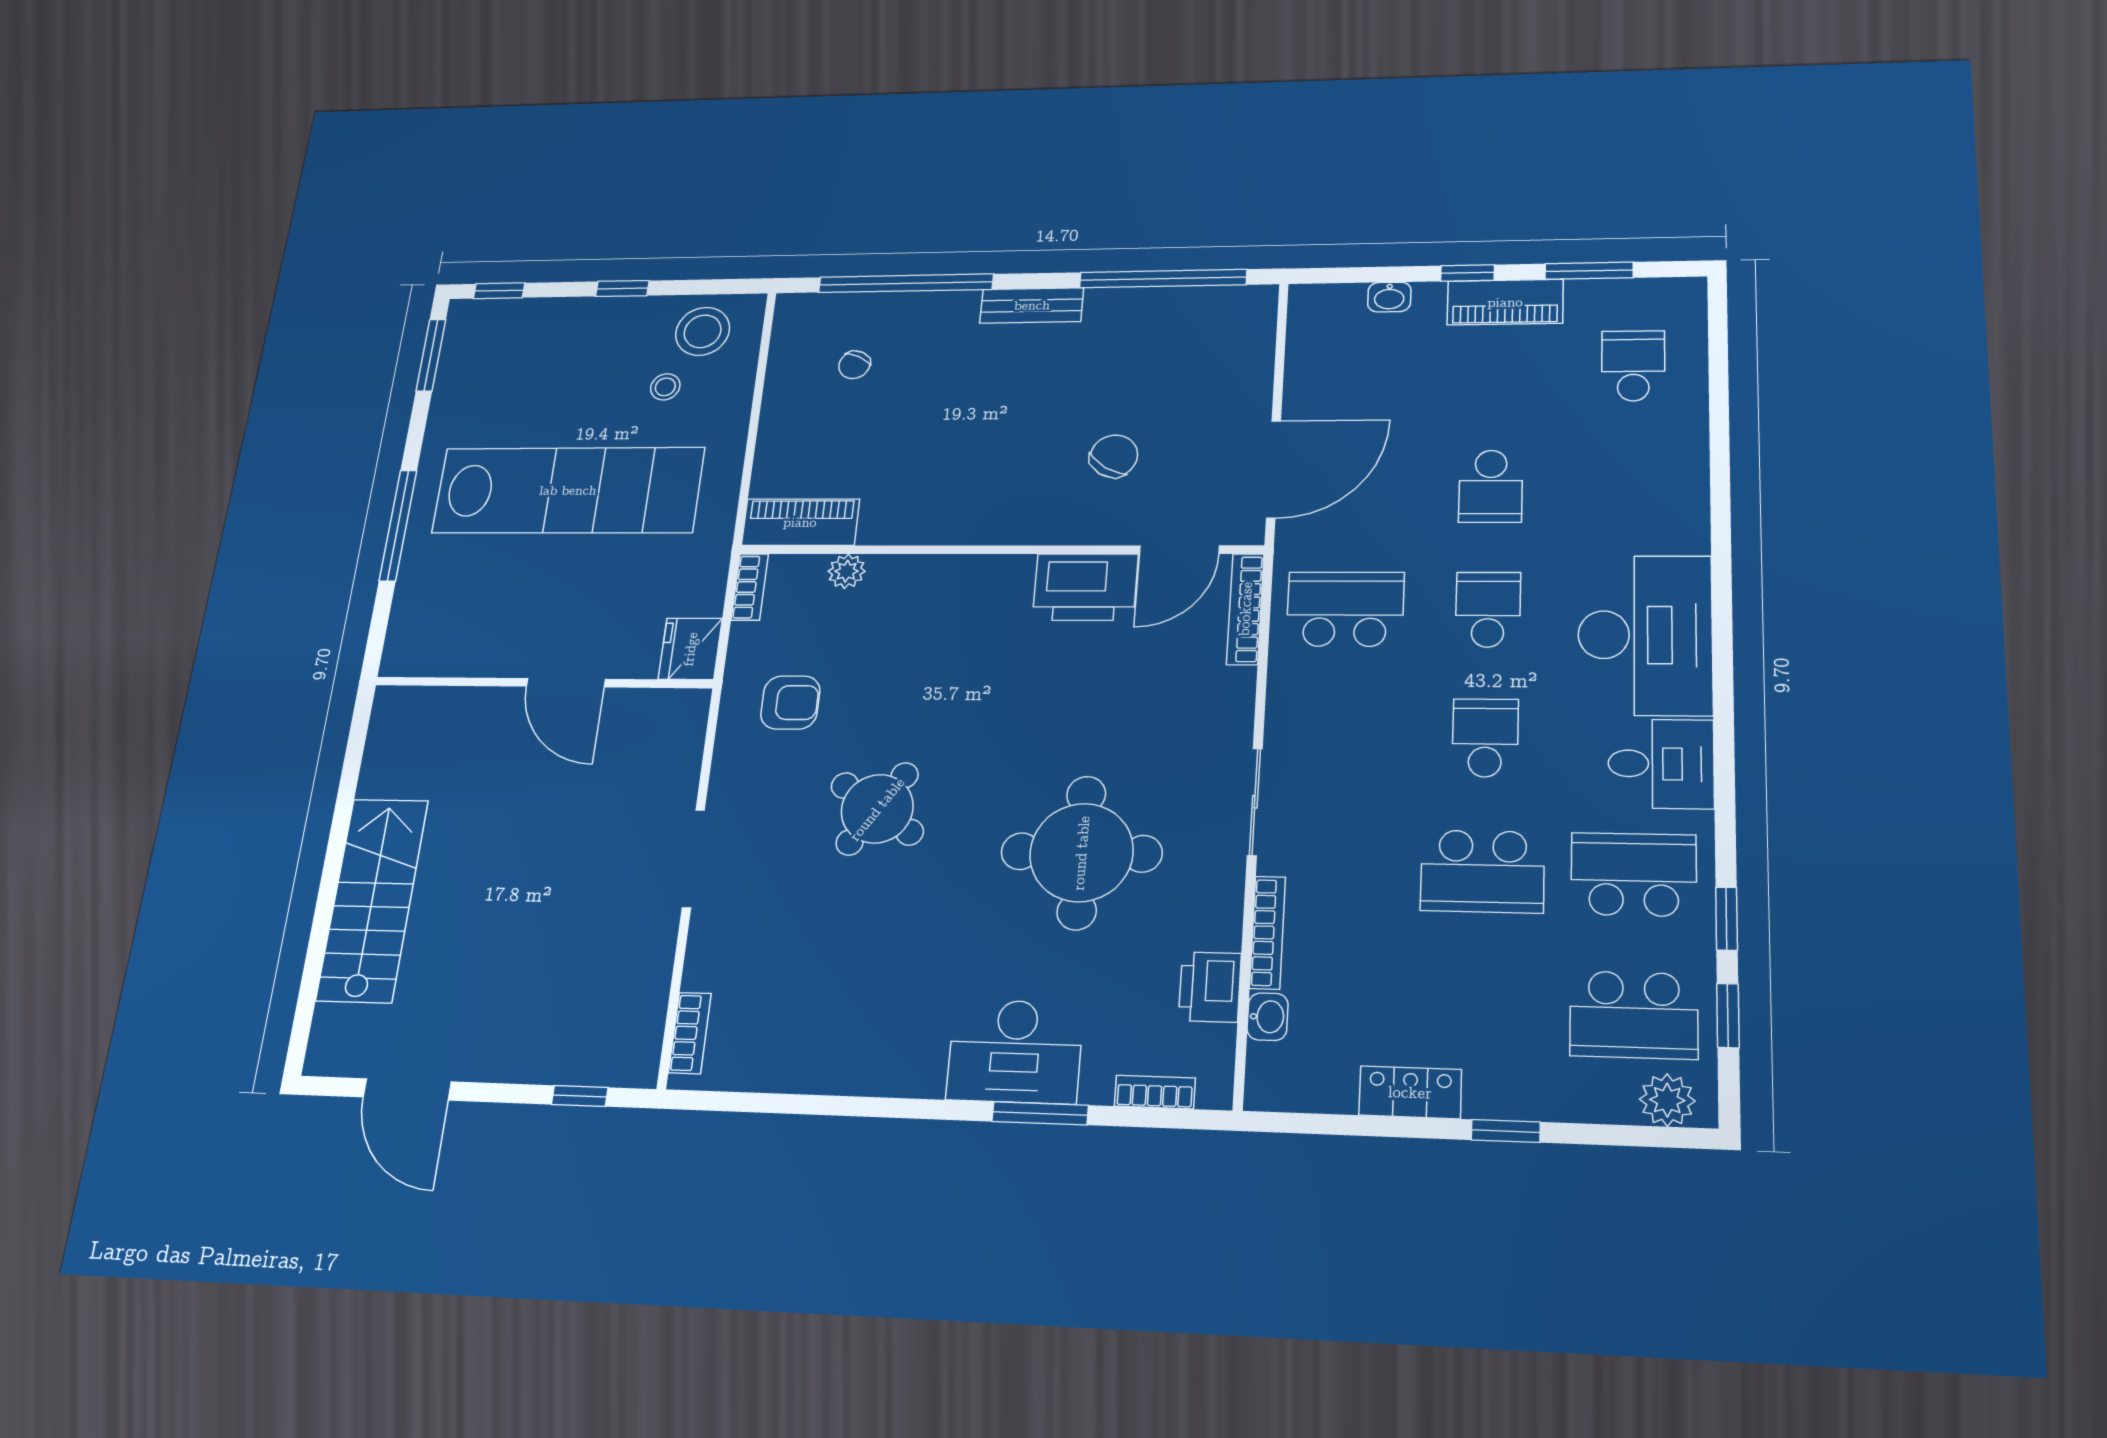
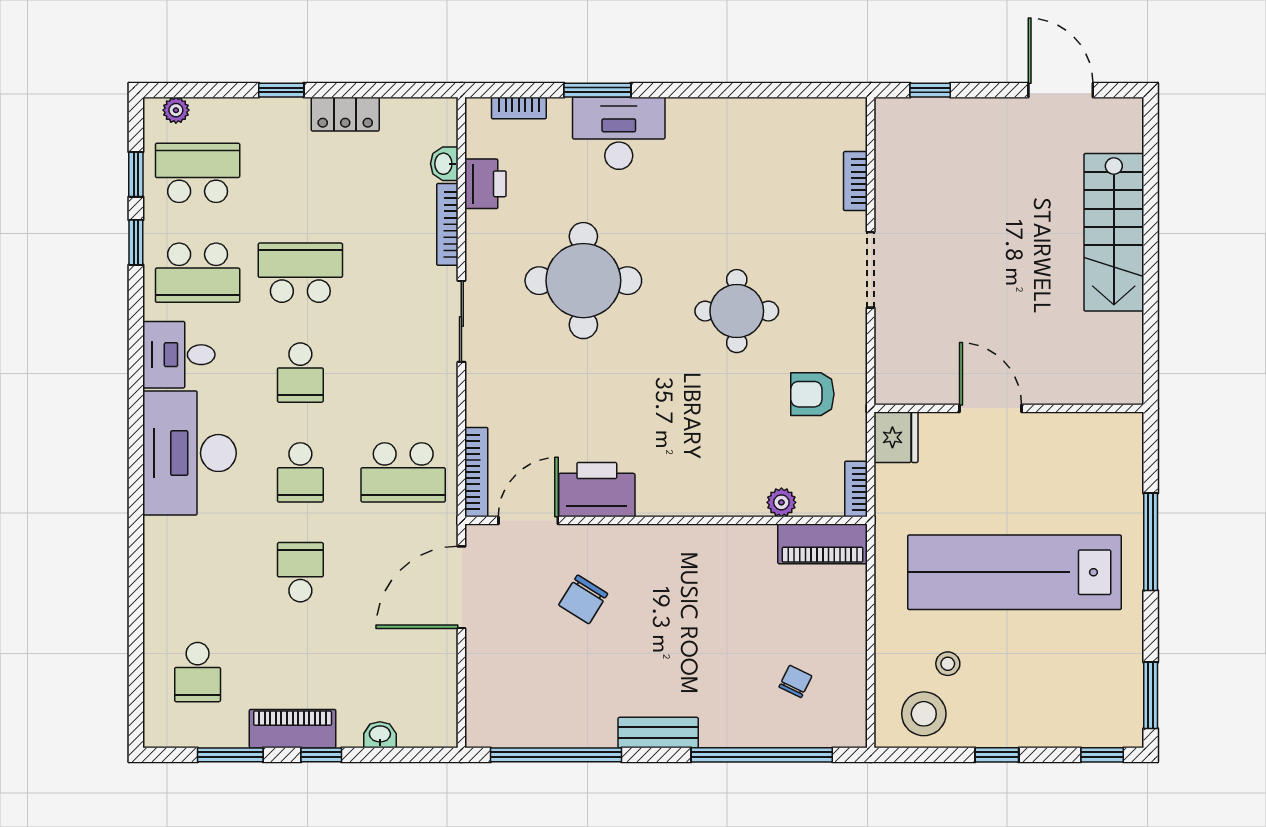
round table: (877, 809) -> (737, 311), turned -34
bookcase: (690, 1033) -> (855, 181), moved
plant: (1667, 1100) -> (176, 110), width x0.73, depth x0.73

